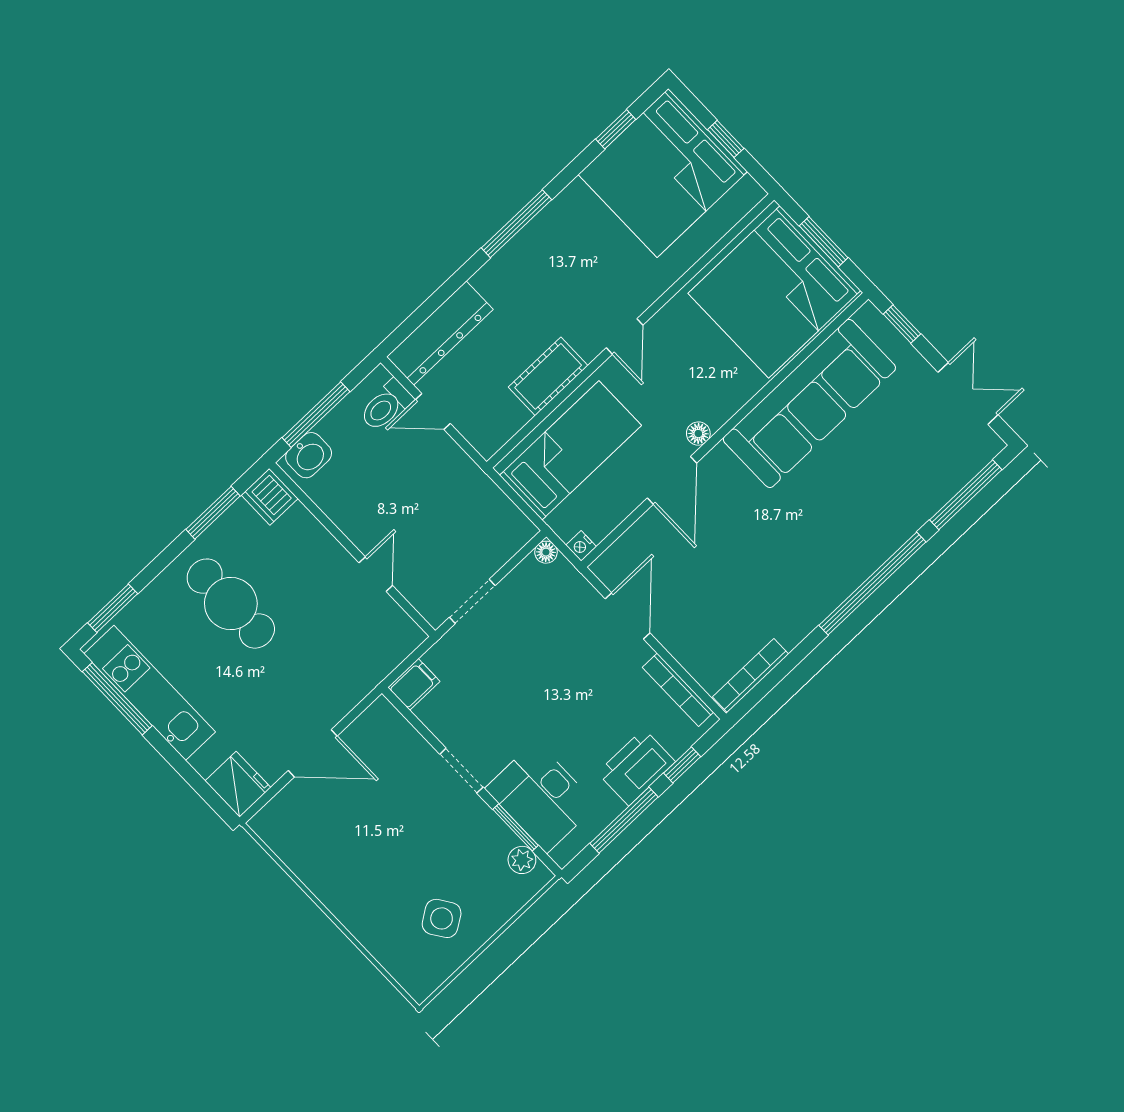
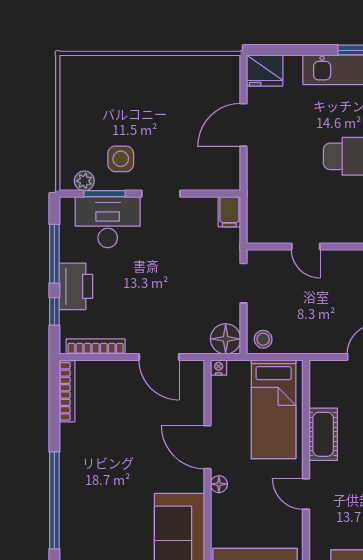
stool: (510, 528) -> (263, 339), added
floor lamp: (546, 552) -> (226, 339), width x1.89, depth x1.89
side table: (442, 918) -> (121, 159), moved, turned 34

